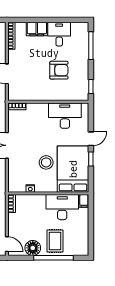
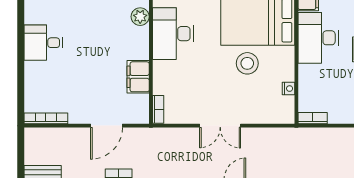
filing cabinet: (37, 29) -> (138, 77), moved, turned 180
armchair: (59, 70) -> (101, 43), removed
plant: (76, 95) -> (140, 17), added

